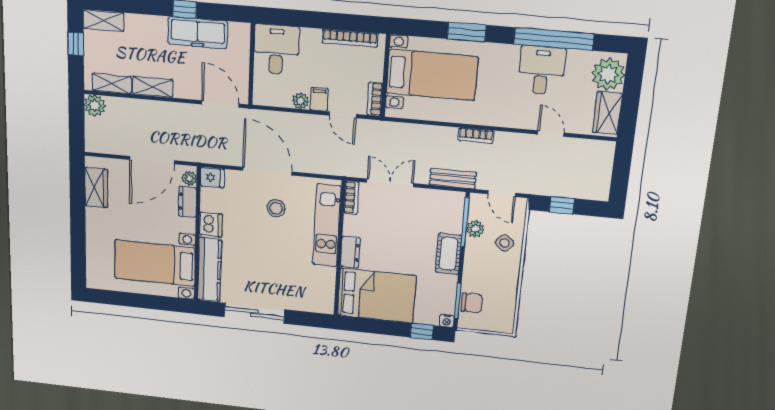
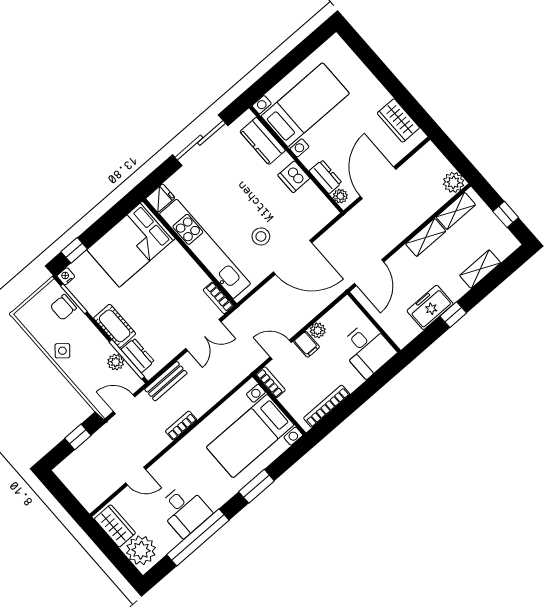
shelving: (104, 20) -> (480, 269), moved
freezer: (198, 33) -> (430, 307), width x0.71
door: (220, 104) -> (369, 273), hinge flipped
fridge: (212, 177) -> (160, 198), moved, turned 180
kitchen unit: (327, 225) -> (205, 249), width x1.36
side table: (505, 243) -> (62, 351), moved
dresser: (350, 252) -> (138, 356), moved, turned 180
kitchen counter: (210, 270) -> (263, 141), width x0.67

